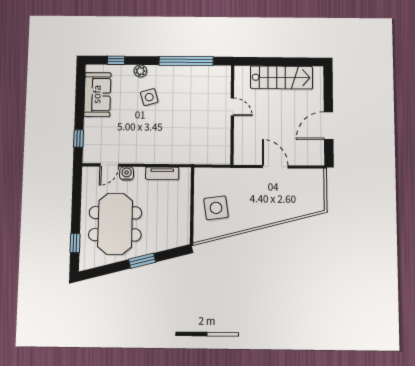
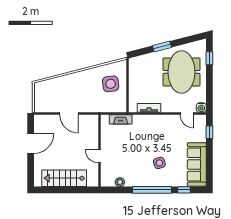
window: (186, 61) -> (152, 190), moved
plant: (140, 71) -> (120, 182), moved
sofa: (97, 94) -> (197, 164), width x1.36
fireplace: (202, 158) -> (121, 119), added
door: (109, 165) -> (187, 113), swing flipped
water cooler: (127, 173) -> (201, 108), moved

